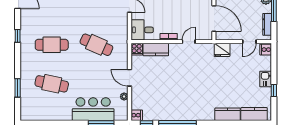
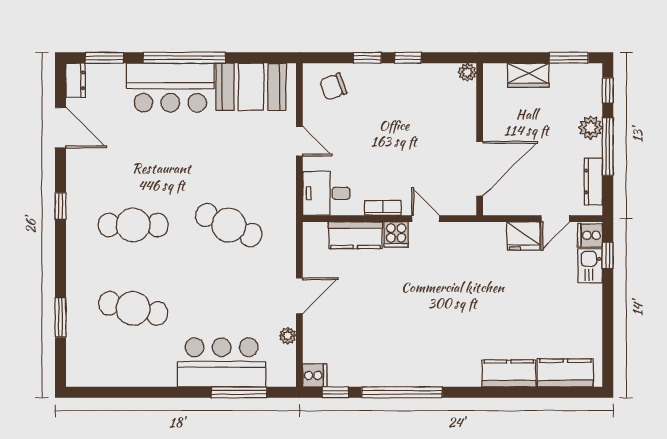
door: (214, 18) -> (480, 169), hinge flipped
door: (189, 42) -> (426, 219), hinge flipped
cooker: (137, 49) -> (396, 235), moved
fridge: (222, 50) -> (523, 236), moved
door: (129, 78) -> (299, 296), swing flipped
kitchen sink: (266, 79) -> (590, 266), moved
window: (274, 90) -> (608, 255), moved

